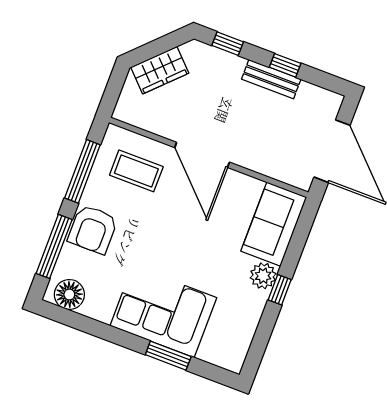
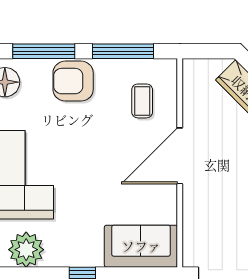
coffee table: (136, 171) -> (142, 101), width x0.73, depth x0.77
plant: (263, 276) -> (26, 250), moved, width x1.36, depth x1.36

